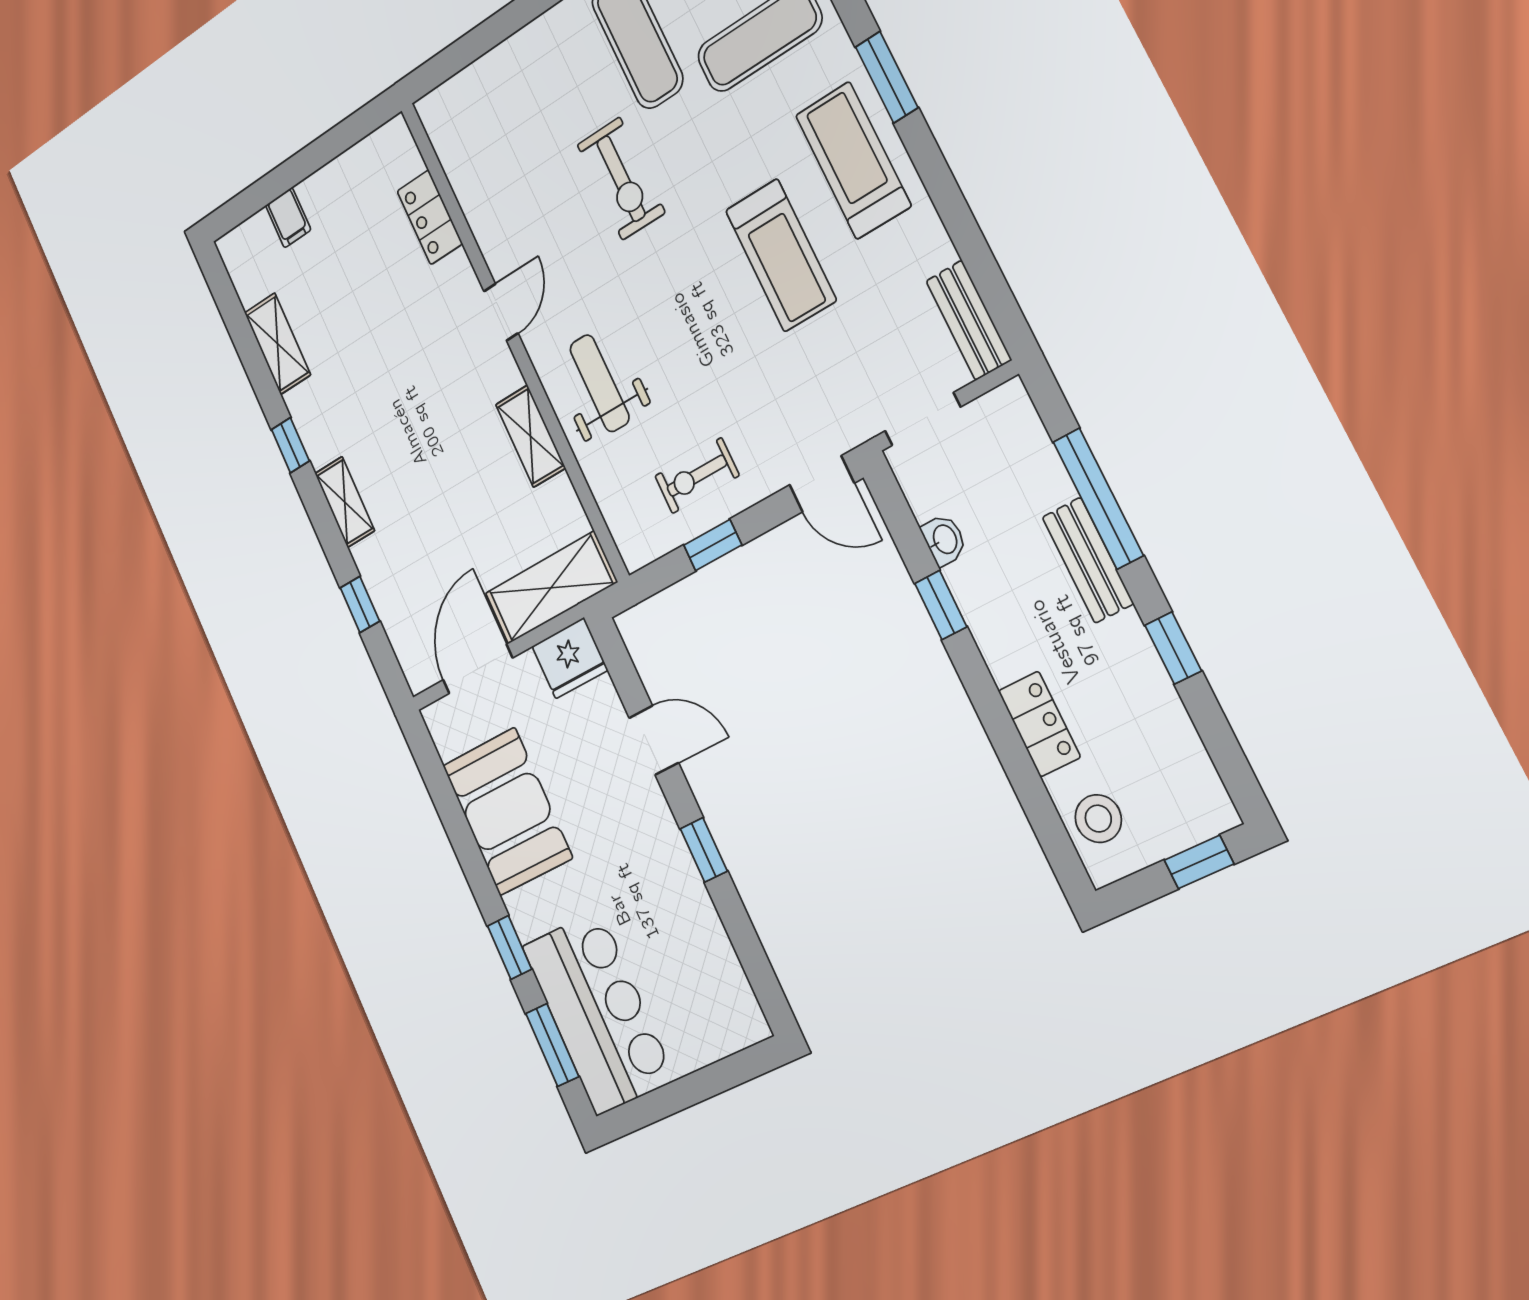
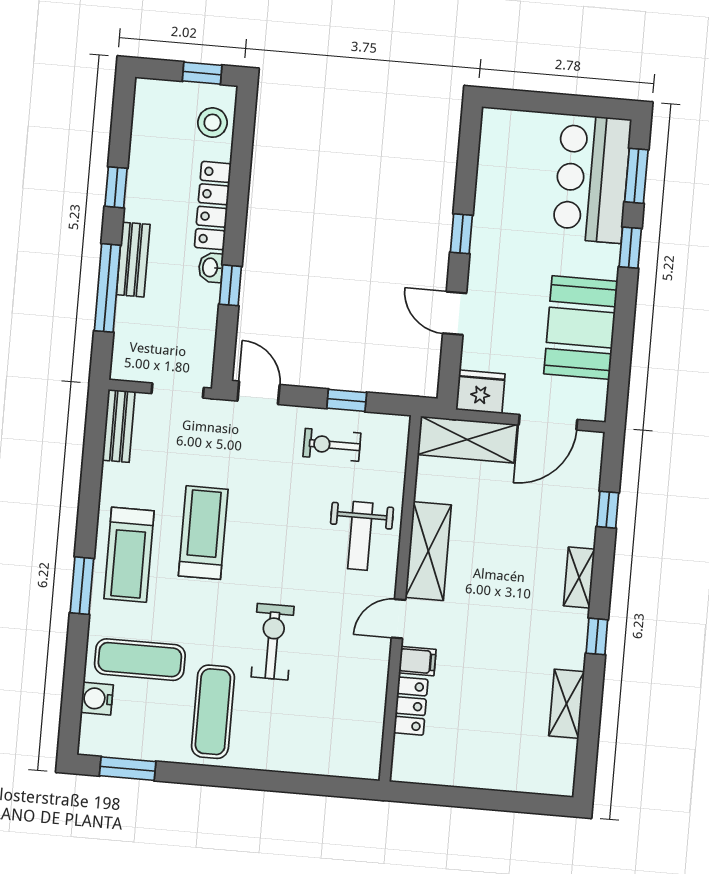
filing cabinet: (288, 218) -> (417, 661), moved, turned 90
shelving: (531, 436) -> (428, 551), width x1.50, depth x1.33
exercise bike: (697, 476) -> (332, 445), turned 180
washbasin: (944, 540) -> (211, 268), moved
locker: (1039, 724) -> (213, 206), width x1.53
window: (1199, 862) -> (202, 73), moved

